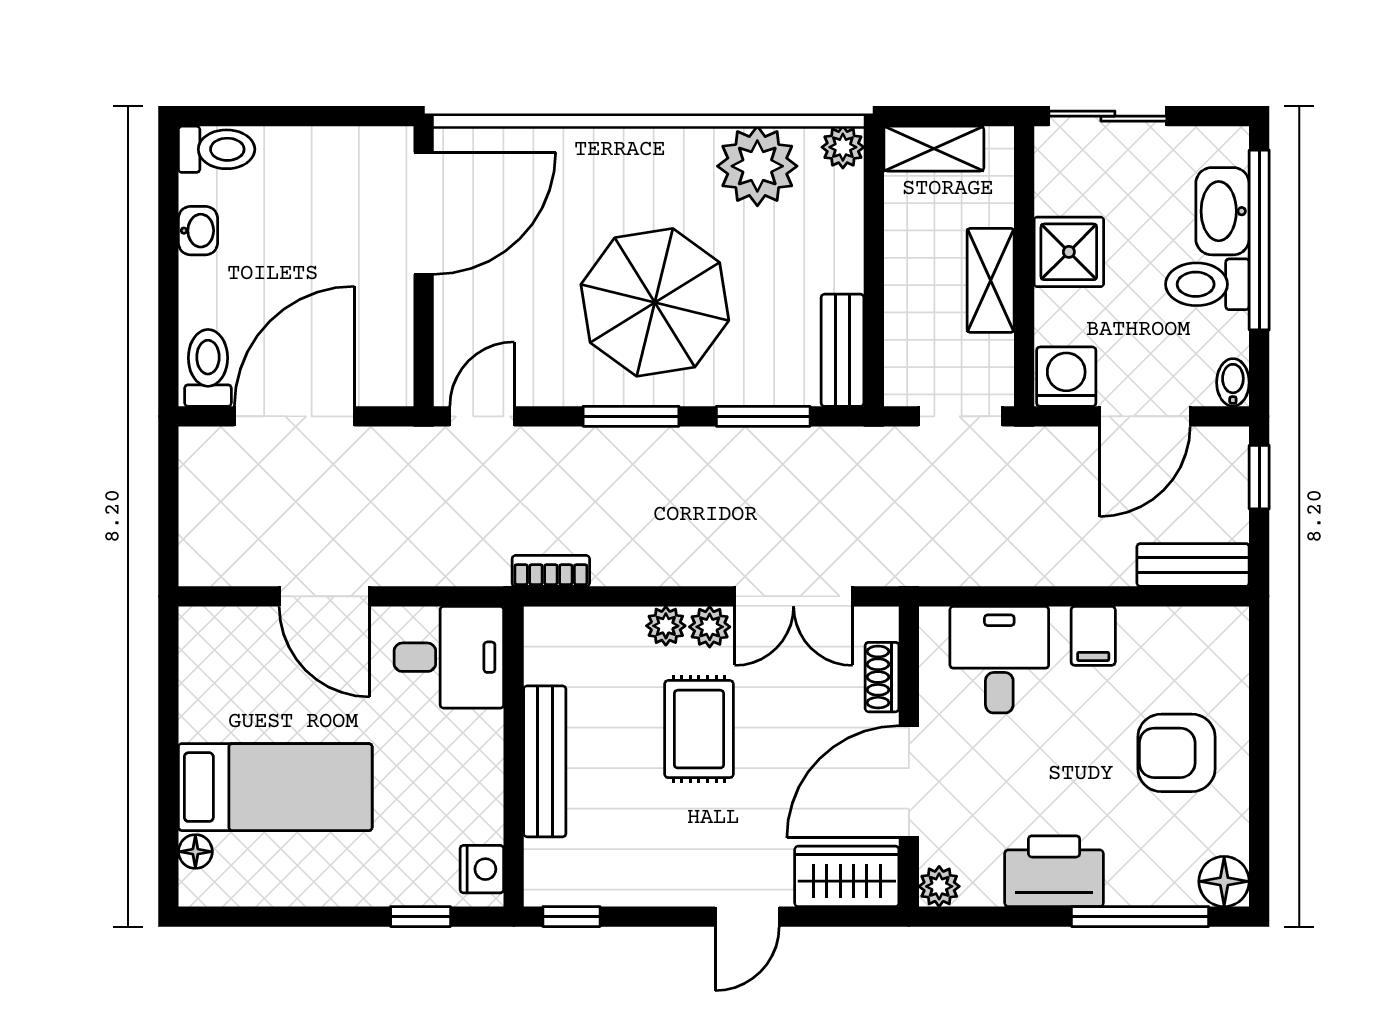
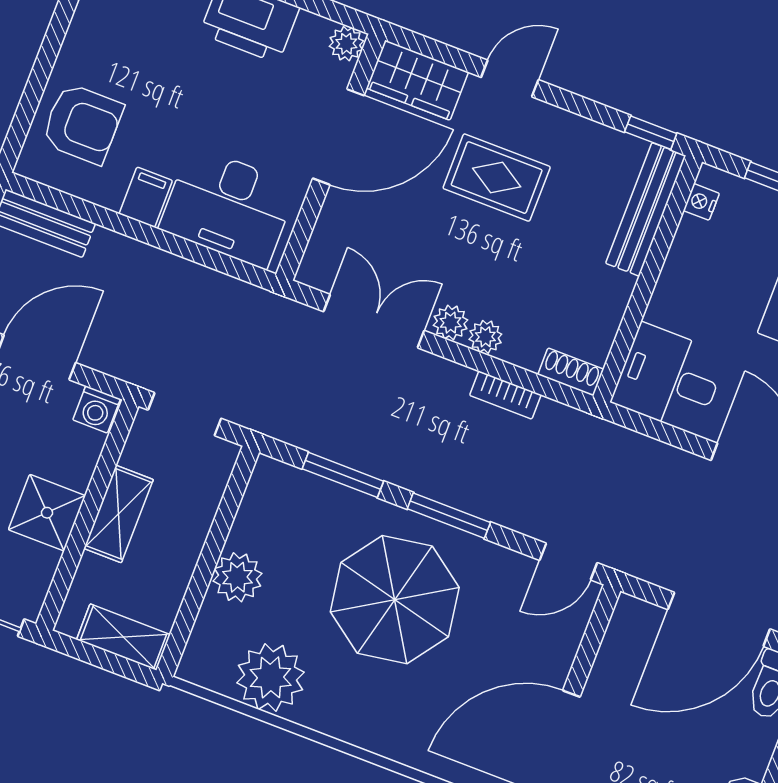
plant: (843, 147) -> (237, 577), moved, width x1.38, depth x1.38
bench: (843, 350) -> (259, 504), removed
washing machine: (1066, 377) -> (97, 409), width x0.73, depth x0.73
bookcase: (551, 571) -> (505, 395), moved
desk: (999, 660) -> (228, 207), width x1.37
shoe rack: (882, 677) -> (571, 372), moved, turned -90
rug: (699, 729) -> (497, 178), moved, turned 90
armchair: (1176, 753) -> (82, 124), moved
bench: (545, 761) -> (646, 209), moved
nightstand: (482, 869) -> (701, 202), width x0.72, depth x0.74

